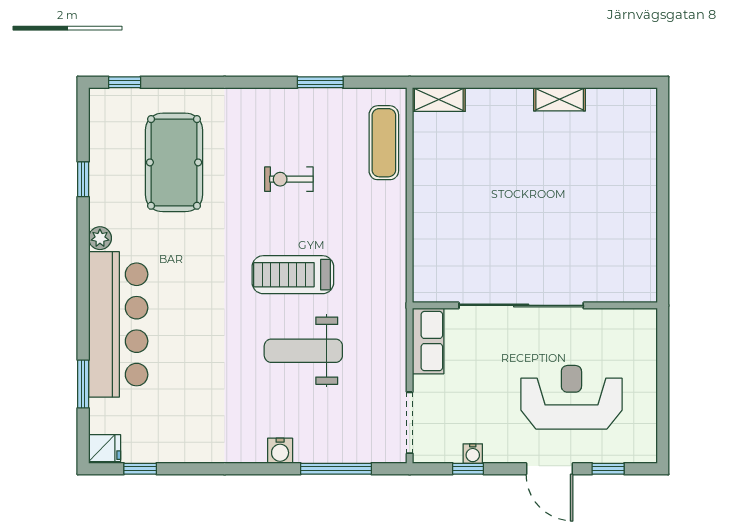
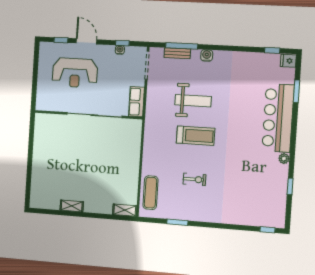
pool table: (174, 162) -> (247, 191), removed
bench: (345, 452) -> (177, 53), added

